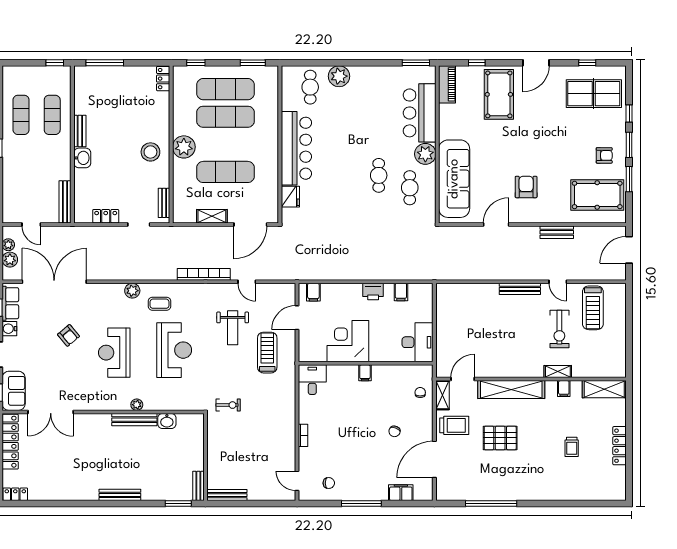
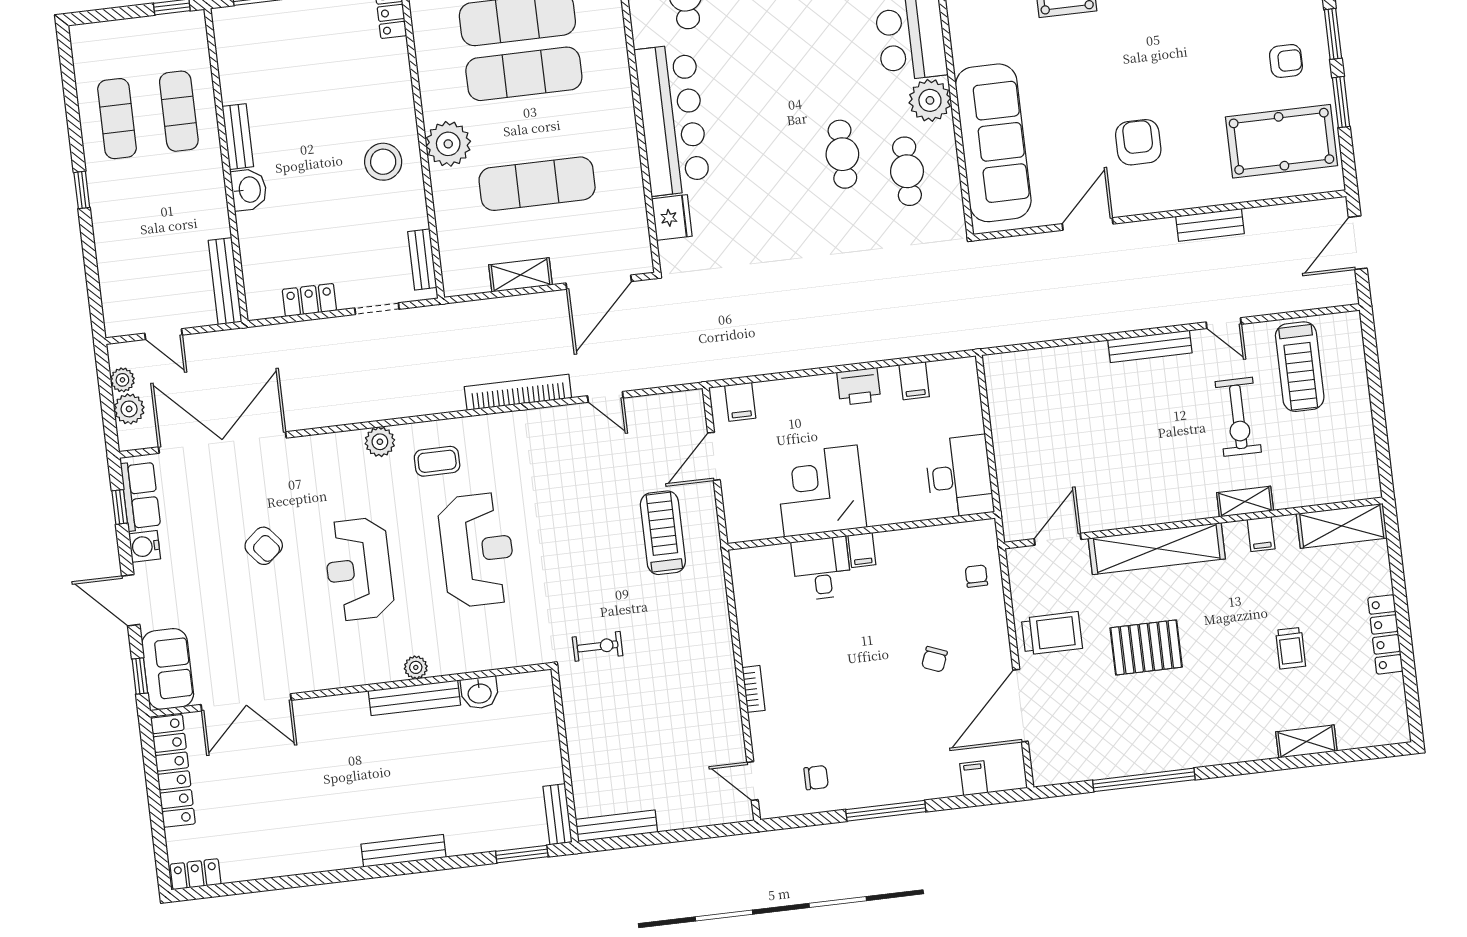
weight bench: (233, 328) -> (588, 492), removed
desk: (312, 380) -> (822, 568), moved
shelving: (442, 395) -> (1306, 741), moved, turned 90
filing cabinet: (401, 493) -> (974, 778), width x0.50

